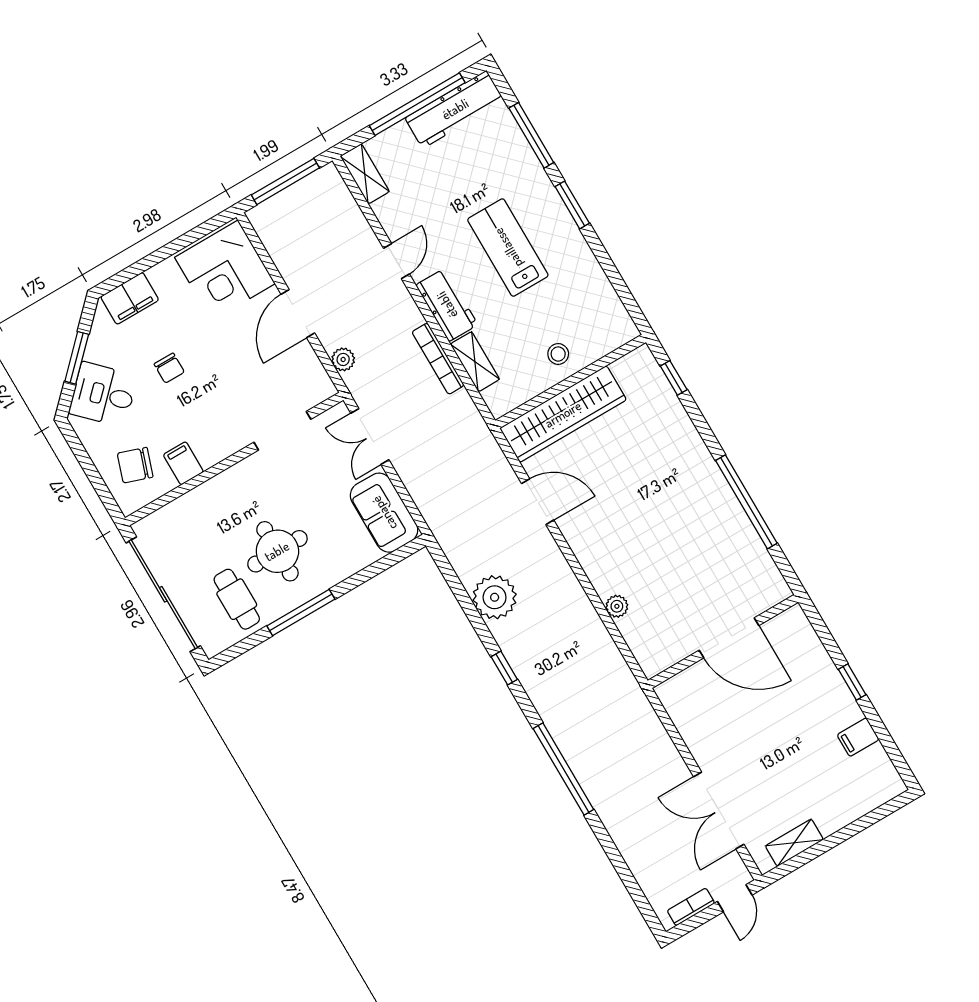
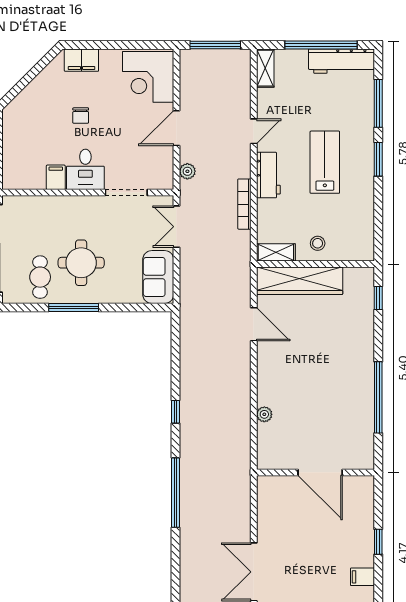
window: (77, 358) -> (29, 77), removed
shelving: (475, 362) -> (276, 252), moved, turned 90
desk: (103, 394) -> (85, 169), moved, turned -135
chair: (135, 465) -> (26, 162), removed
plant: (495, 597) -> (195, 366), removed

